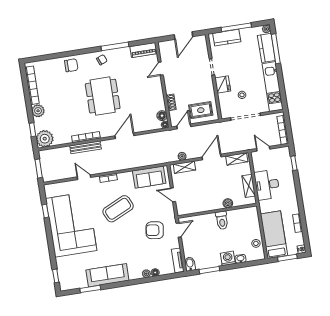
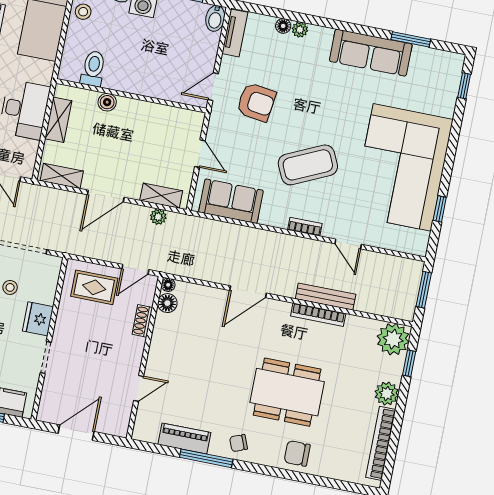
piano: (144, 50) -> (184, 438), moved
dining table: (103, 96) -> (287, 392), moved, turned 90
toilet: (222, 220) -> (93, 69), moved

